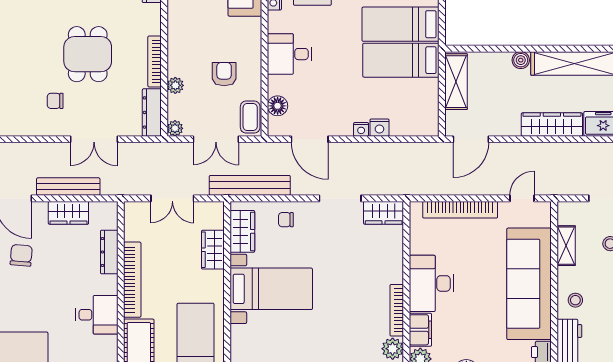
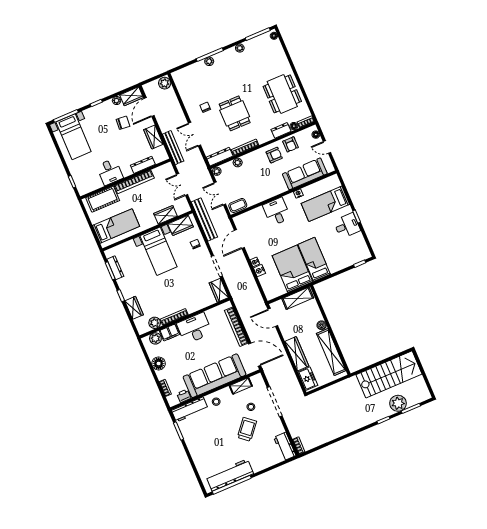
dining table: (88, 54) -> (235, 113), turned 90
bed: (401, 60) -> (293, 269), width x1.50
armchair: (224, 74) -> (274, 155), moved
floor lamp: (278, 106) -> (249, 216), removed
bench: (68, 187) -> (173, 148), moved
door: (522, 198) -> (255, 355), width x1.88

